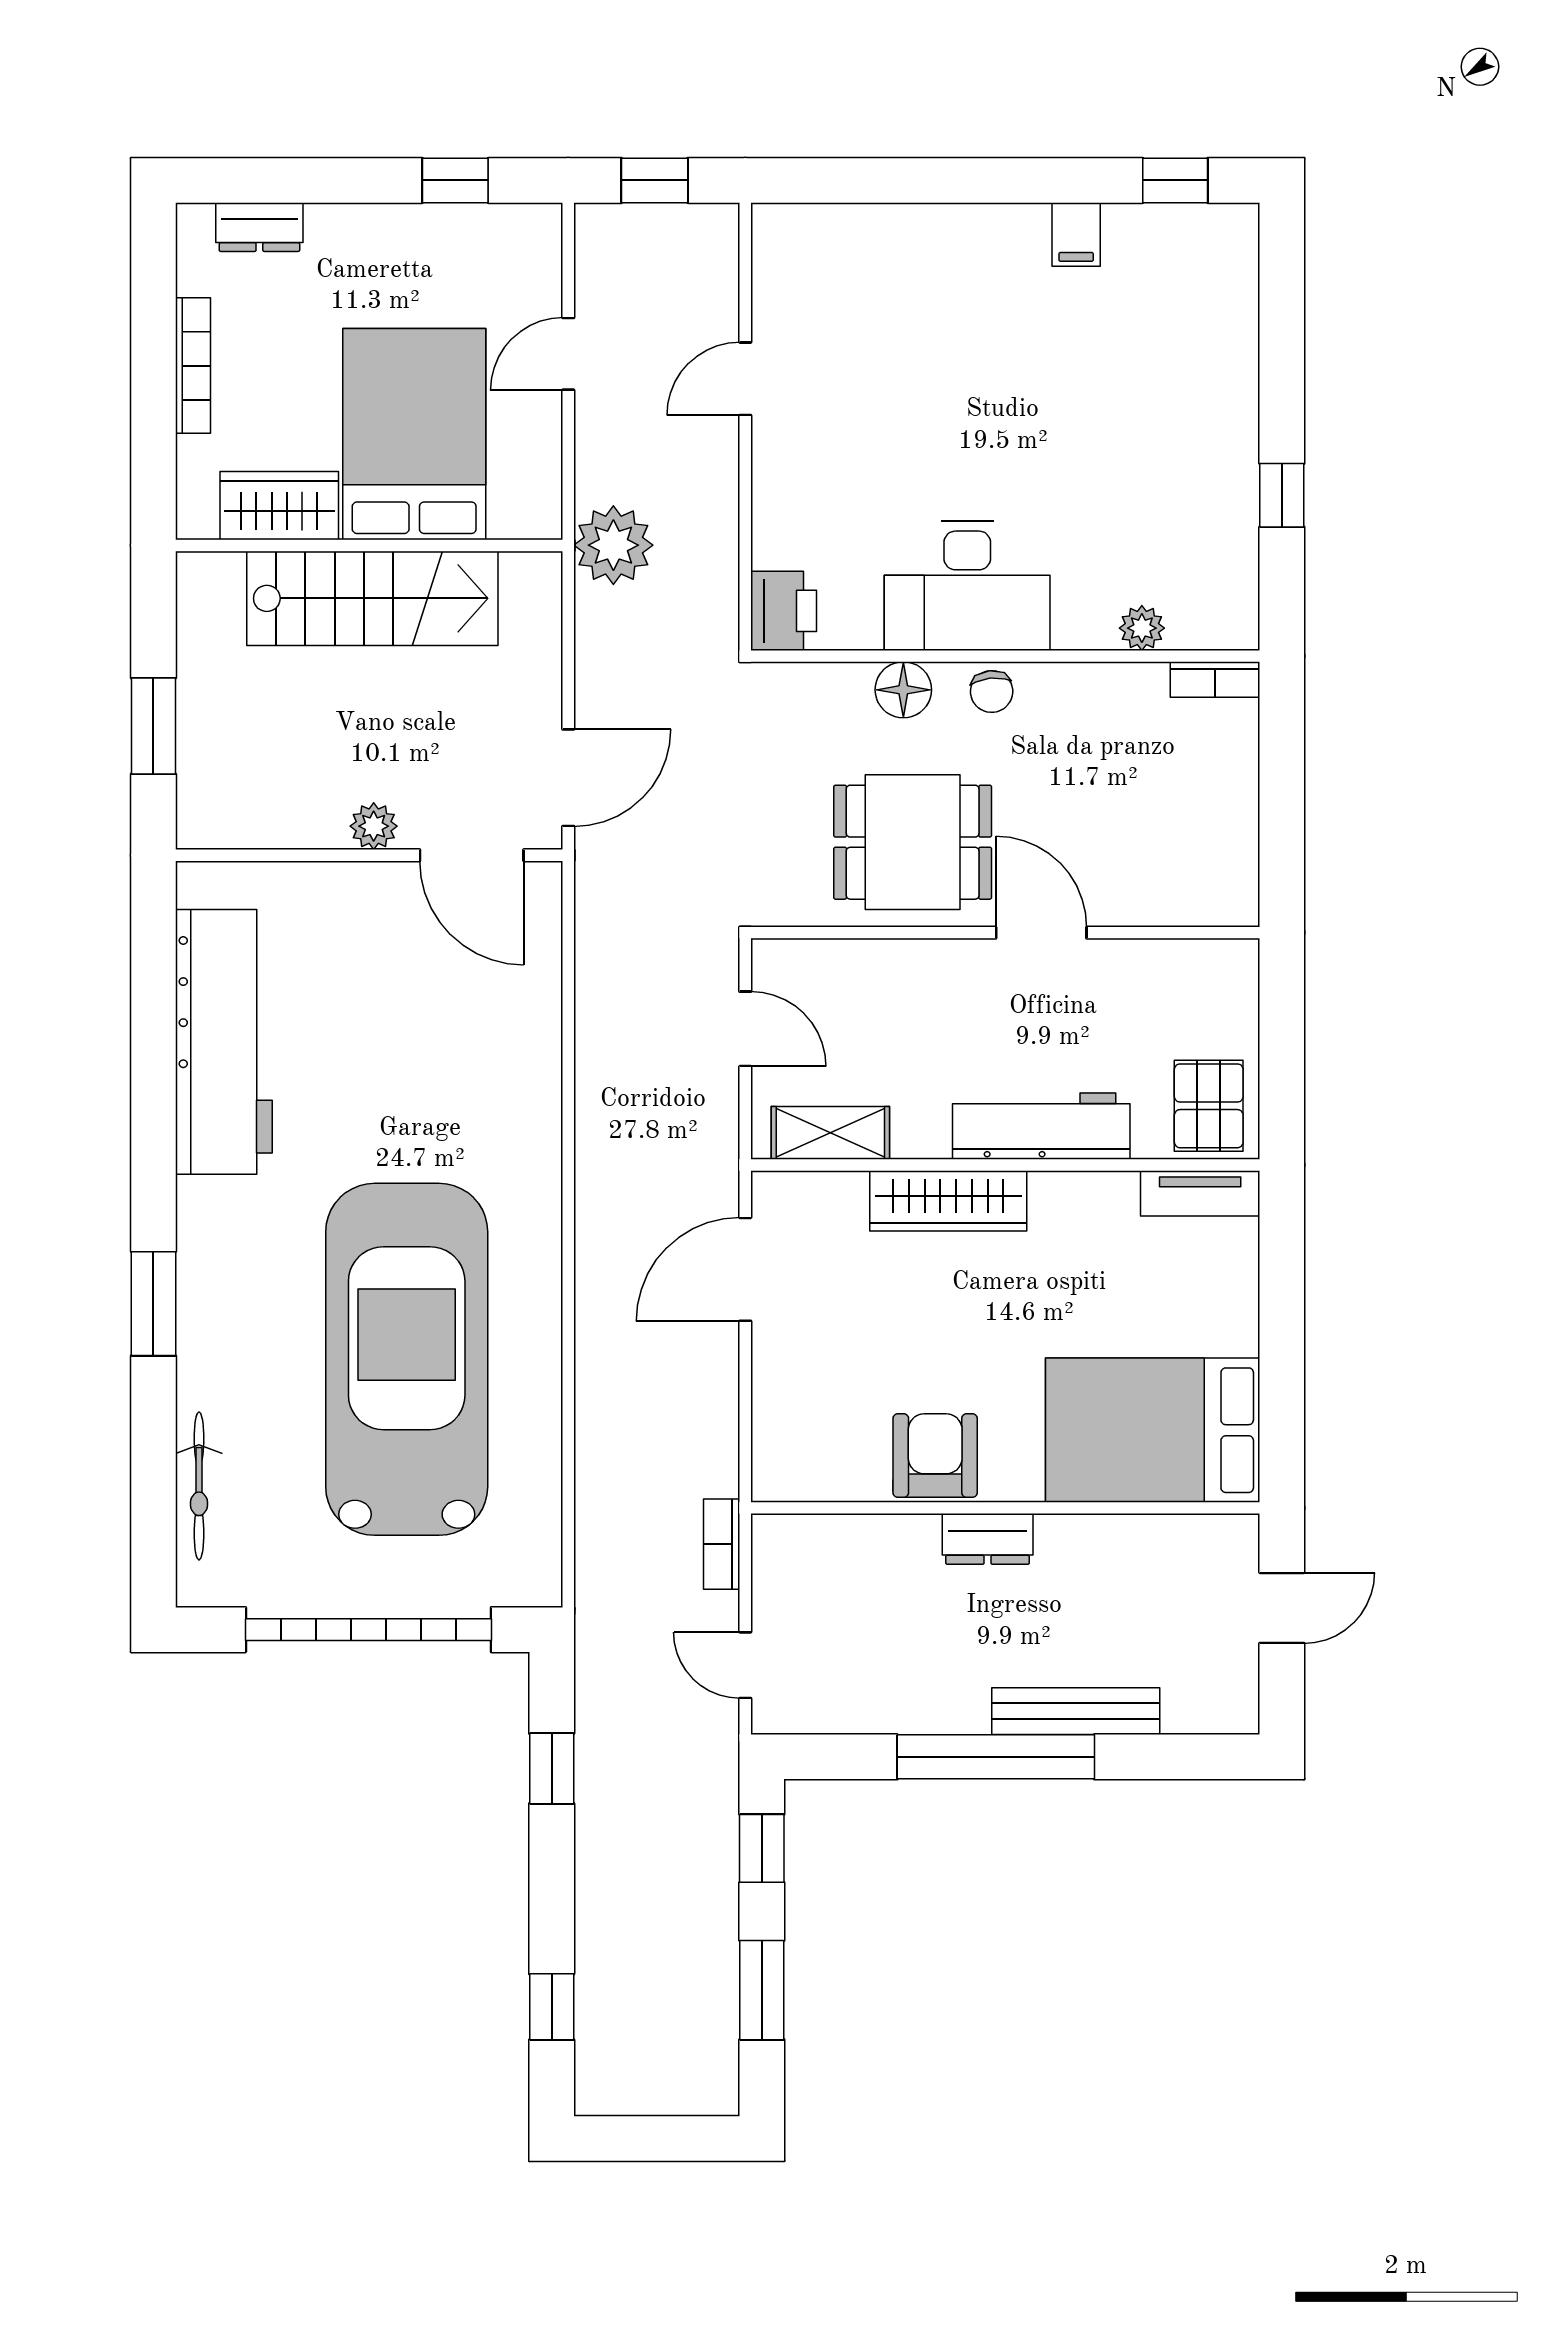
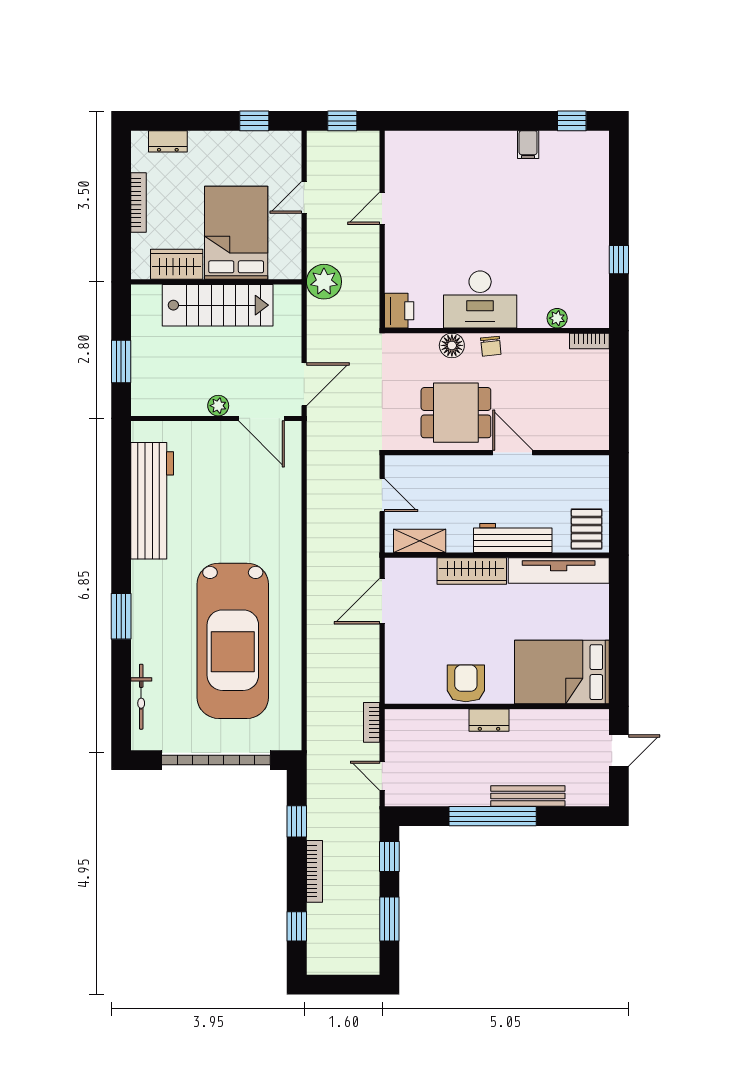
tv unit: (1200, 1193) -> (559, 570), width x1.92, depth x1.29
car: (407, 1359) -> (233, 641), turned 180
bookcase: (592, 1882) -> (314, 871), added

